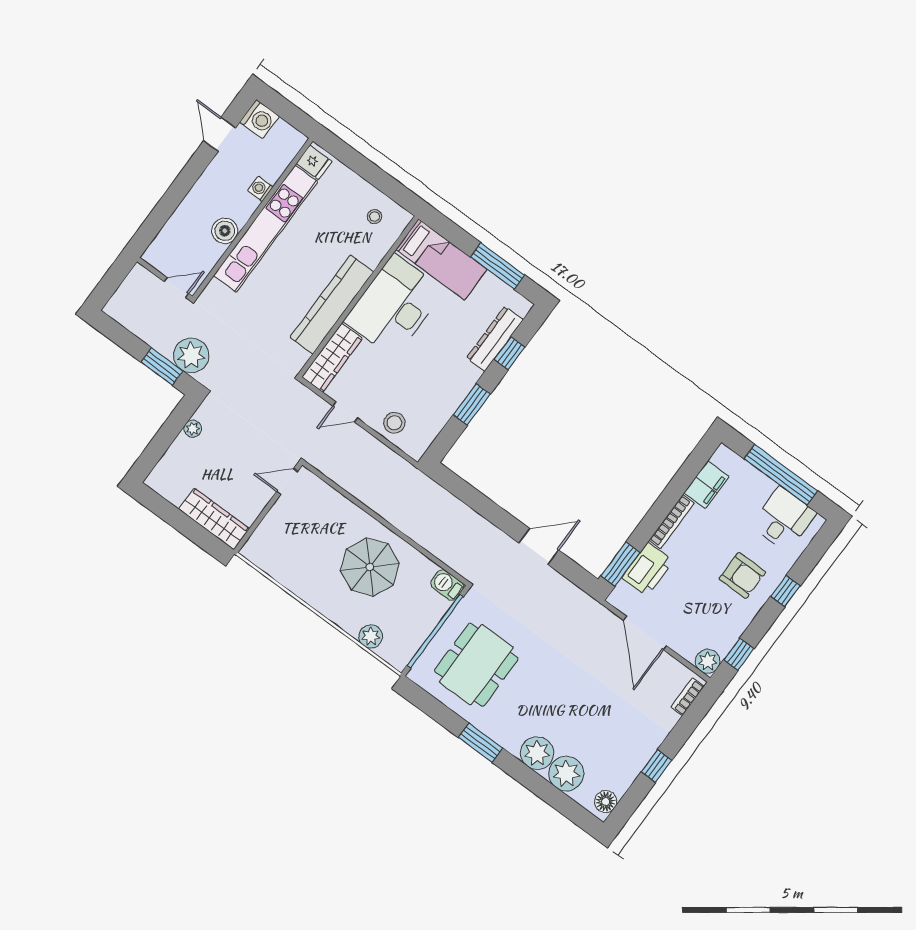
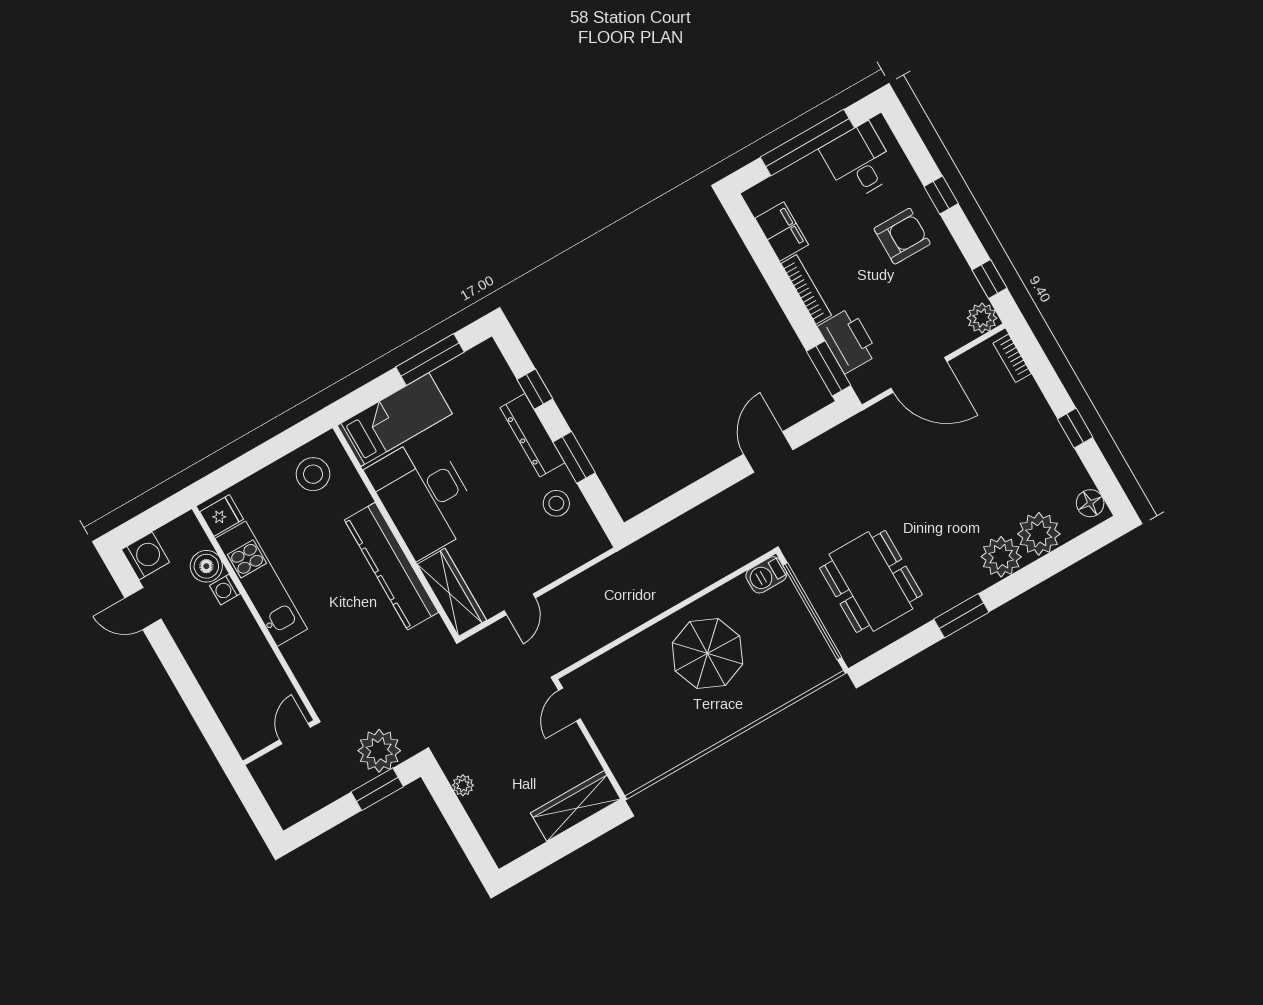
stool: (374, 217) -> (313, 474), width x1.89, depth x1.89
kitchen unit: (266, 229) -> (261, 584), width x0.73
boiler: (225, 231) -> (206, 566), moved
dresser: (495, 339) -> (532, 435), moved
stool: (394, 423) -> (556, 503), moved
plant: (371, 636) -> (786, 687), removed

